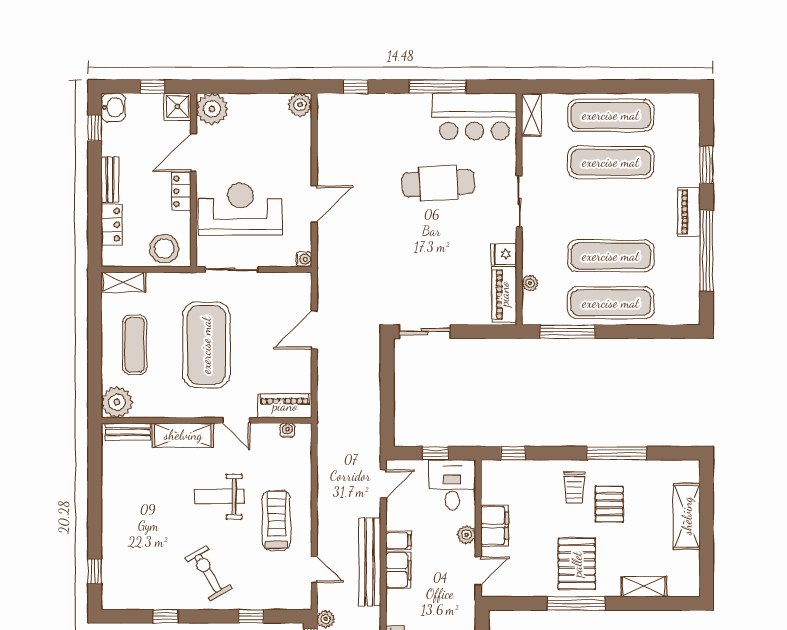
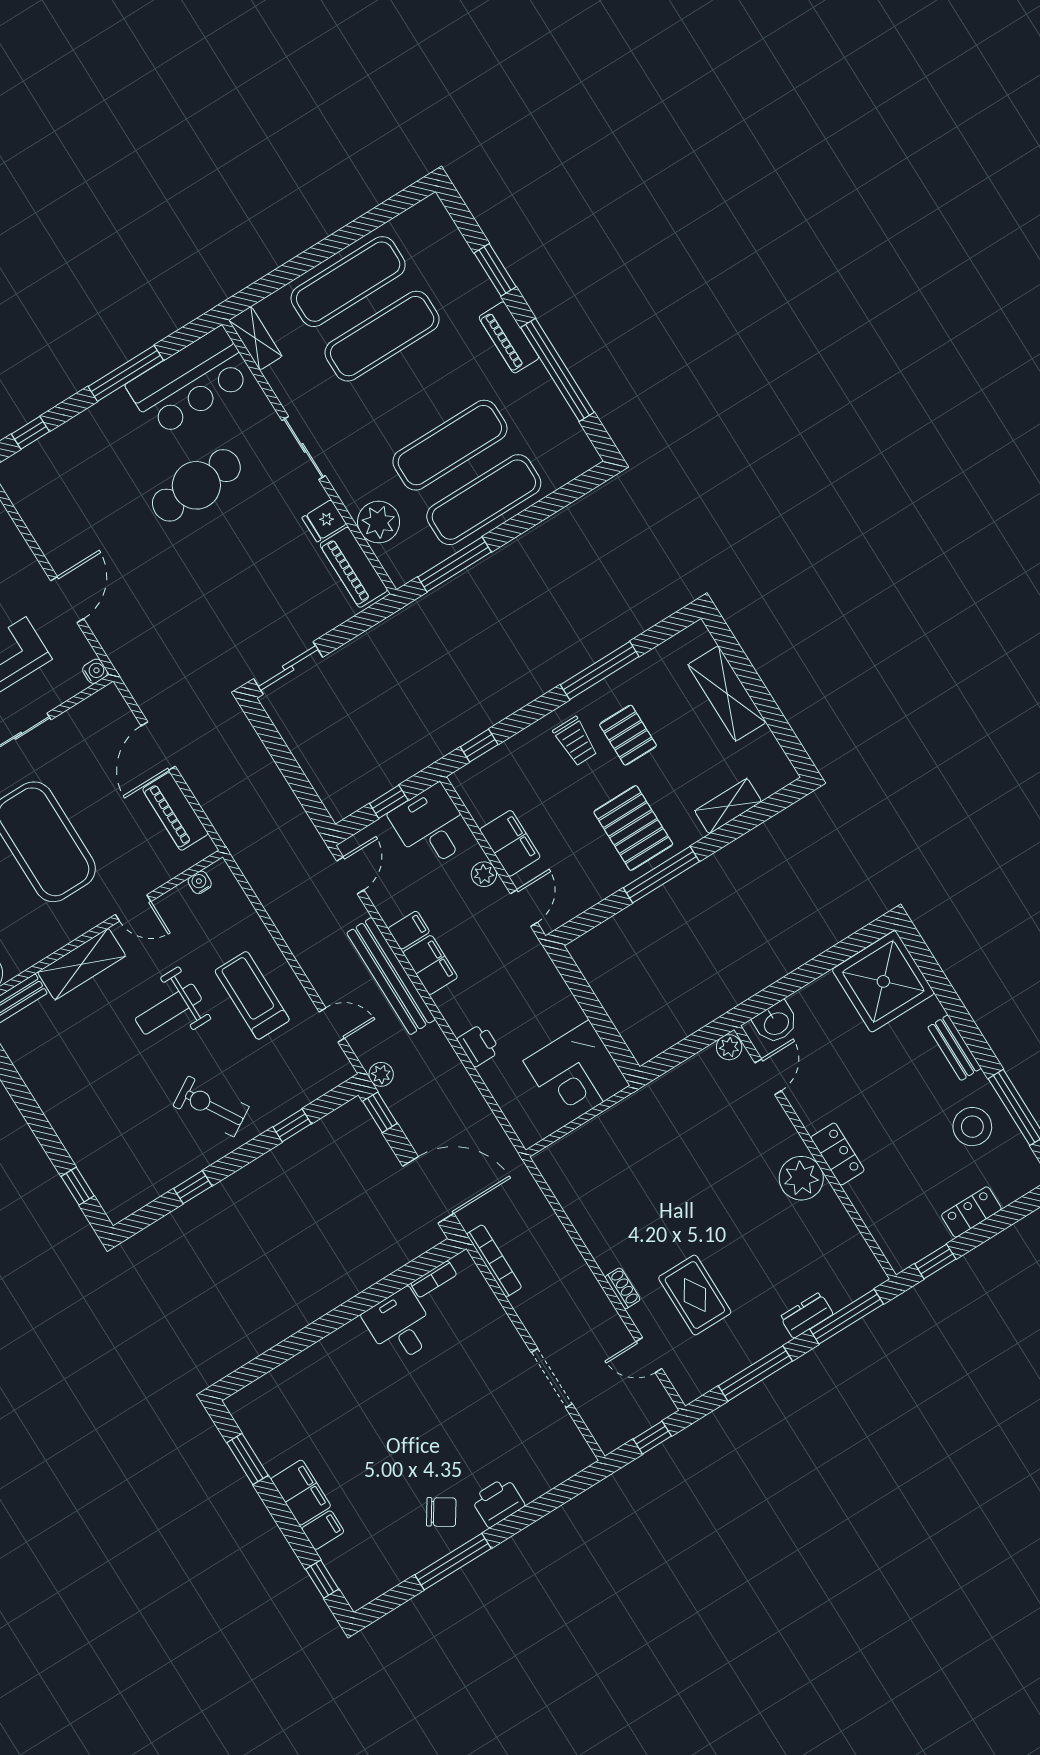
plant: (530, 283) -> (379, 522), width x1.88, depth x1.88
piano: (285, 406) -> (175, 811), moved, turned -90

